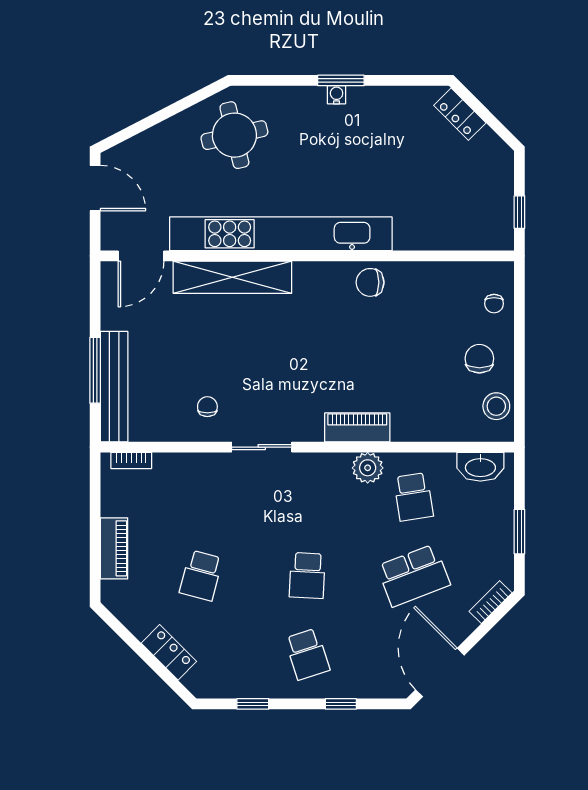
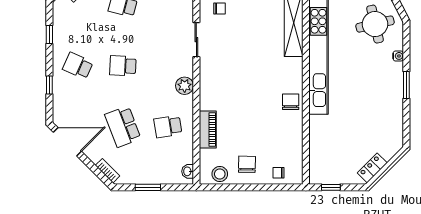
water cooler: (337, 95) -> (398, 56), moved
locker: (460, 114) -> (372, 168), moved
chair: (479, 359) -> (247, 164), turned -89
piano: (357, 427) -> (208, 129), moved
washbasin: (480, 467) -> (188, 171), width x0.52, depth x0.69
plant: (368, 468) -> (185, 86), moved
school desk: (307, 654) -> (78, 66), turned 42

